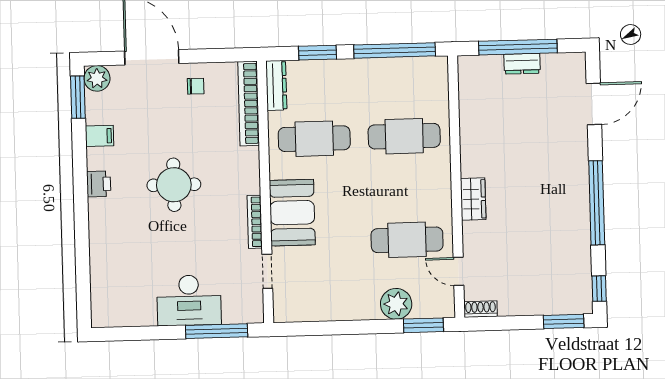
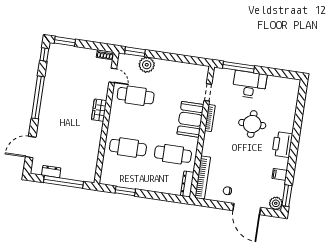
window: (395, 50) -> (125, 191), width x0.47
window: (317, 53) -> (164, 197), removed
dresser: (522, 64) -> (51, 172), moved
printer: (99, 184) -> (282, 145), width x1.87, depth x1.48
round table: (174, 185) -> (252, 124), moved

